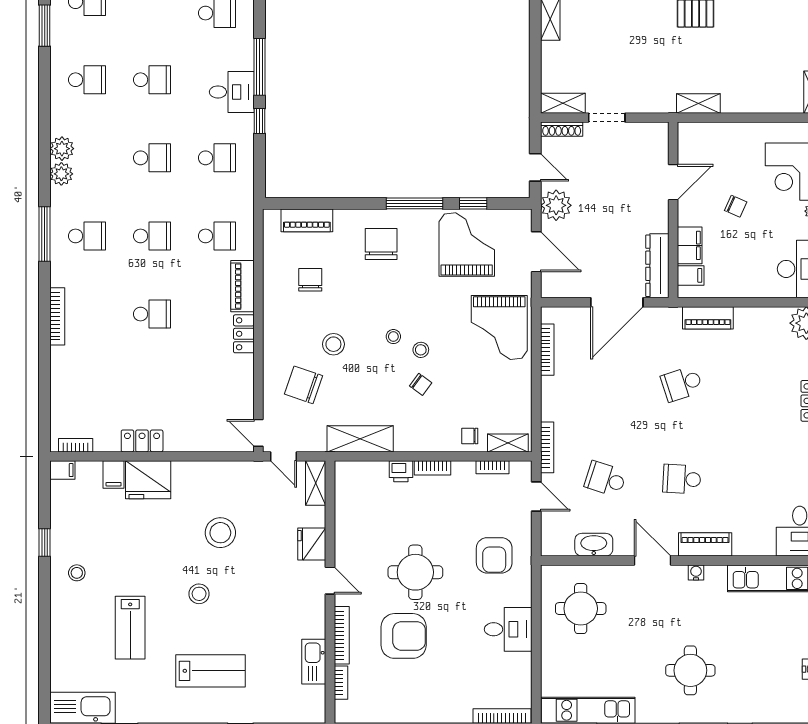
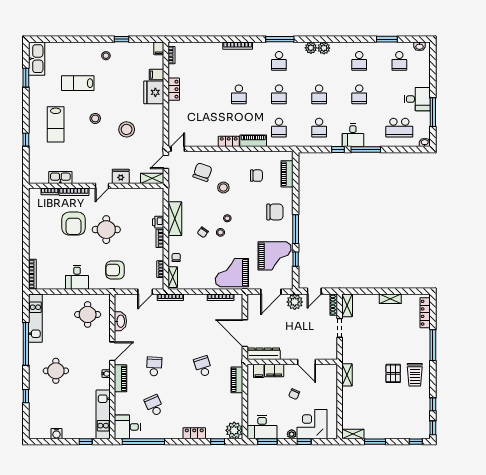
shelving: (360, 439) -> (175, 219), moved
school desk: (605, 479) -> (154, 406), moved, turned -42

